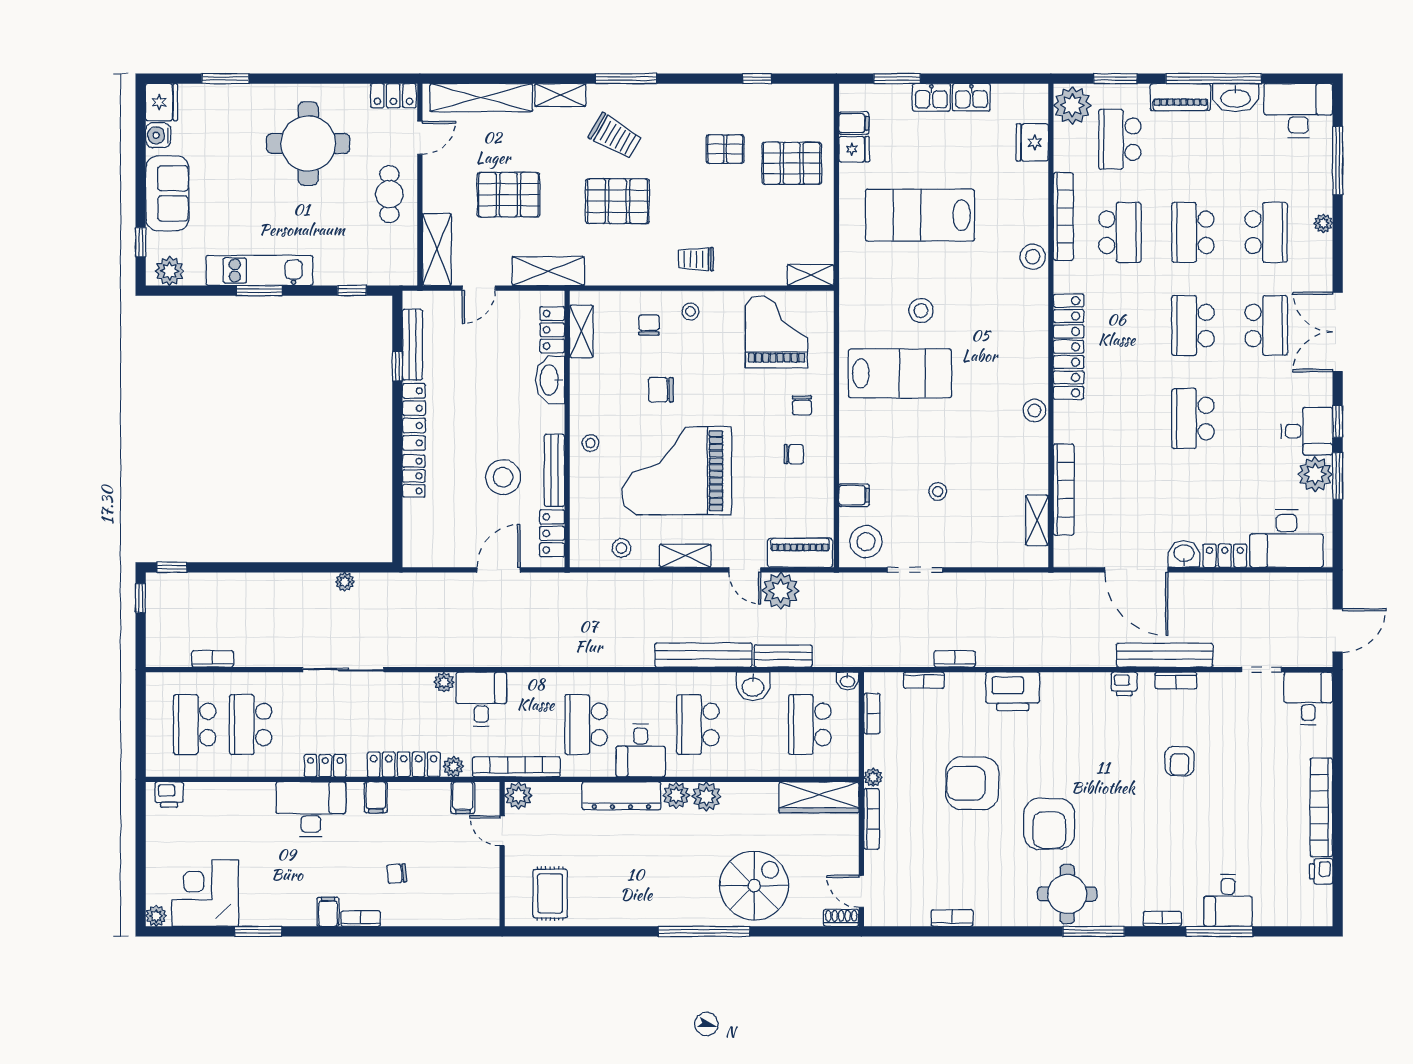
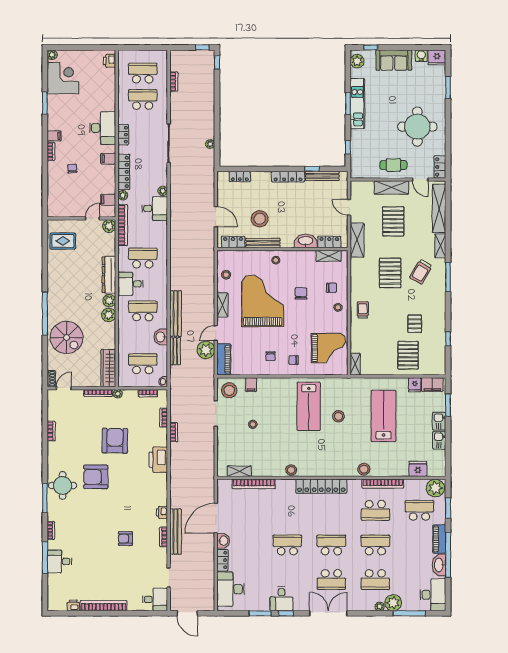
filing cabinet: (854, 123) -> (432, 385), width x2.00
shelving: (437, 249) -> (391, 187), moved
plant: (1315, 474) -> (393, 603), moved
locker: (414, 476) -> (240, 177), moved

